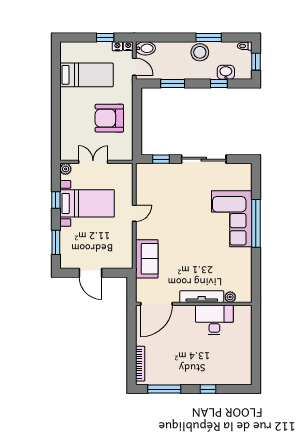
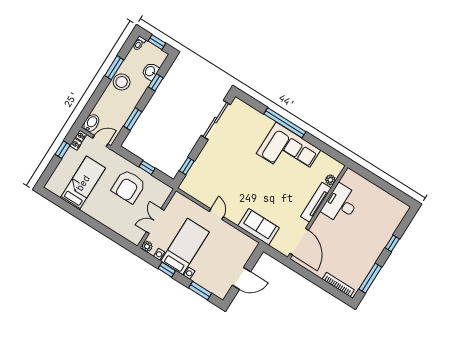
window: (137, 124) -> (147, 168), added
sliding door: (204, 159) -> (216, 120), moved
corner sofa: (232, 219) -> (288, 152), moved

